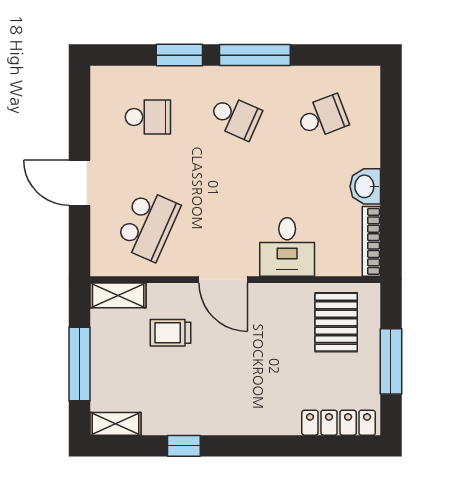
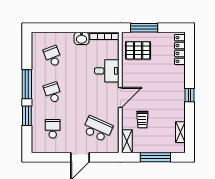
school desk: (235, 117) -> (53, 92), turned -42
window: (391, 361) -> (144, 28), moved
shelving: (115, 424) -> (180, 132), moved
window: (184, 446) -> (189, 95), moved

